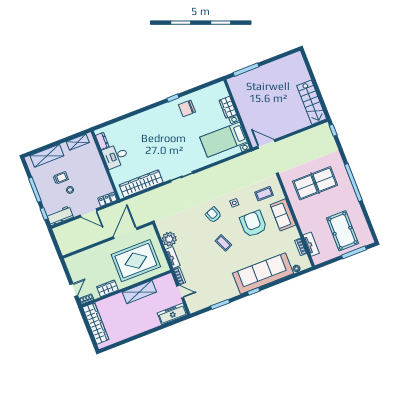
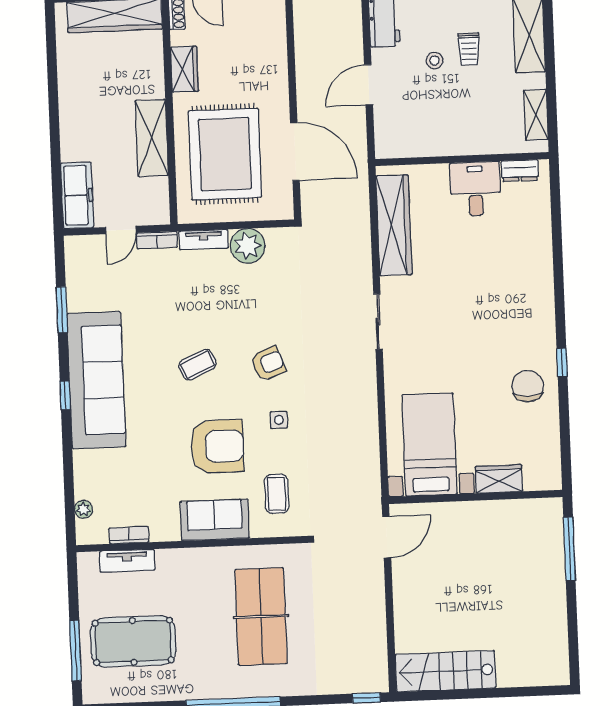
locker: (107, 199) -> (385, 137), removed
sofa: (263, 273) -> (96, 380), moved

